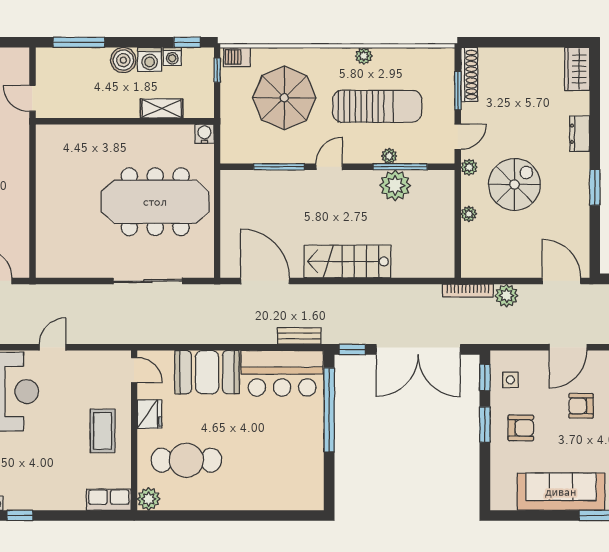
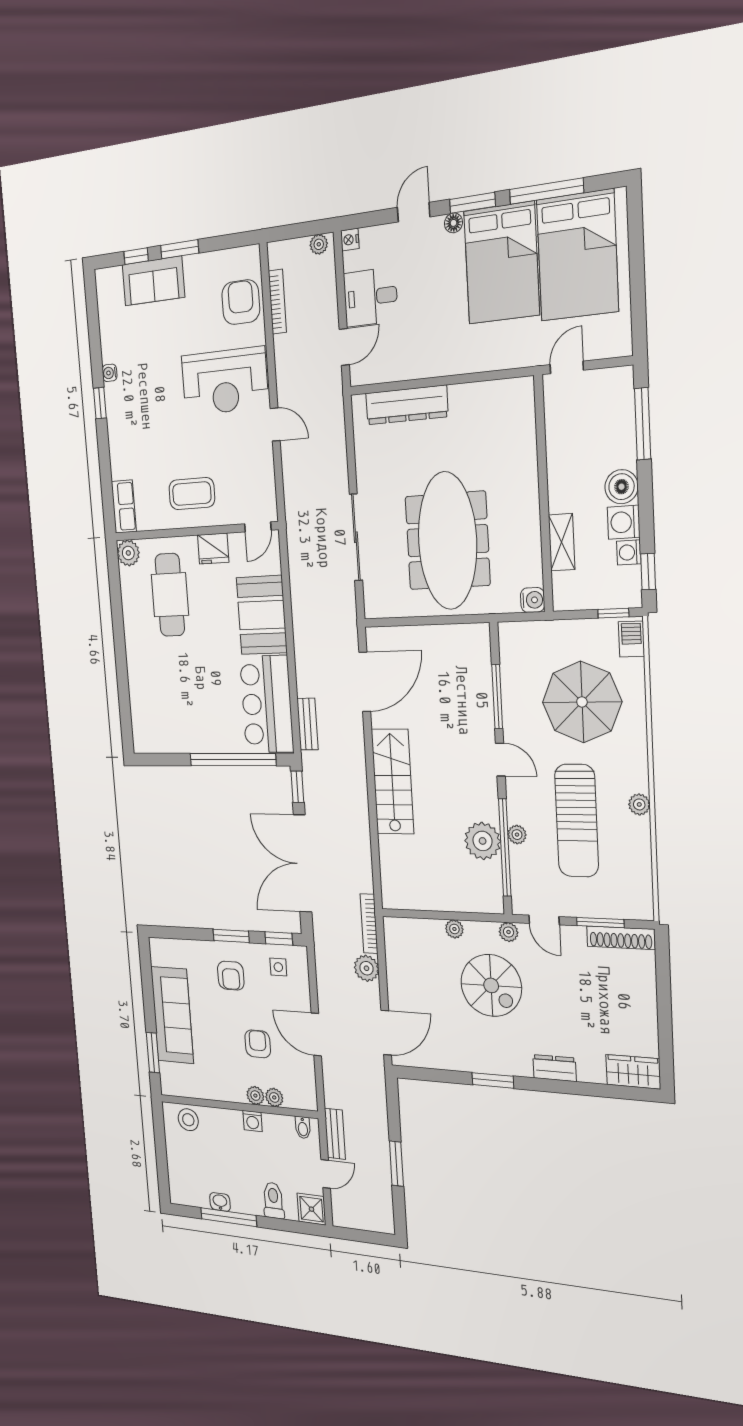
window: (400, 167) -> (505, 848), width x1.46
dresser: (48, 230) -> (407, 405), added

